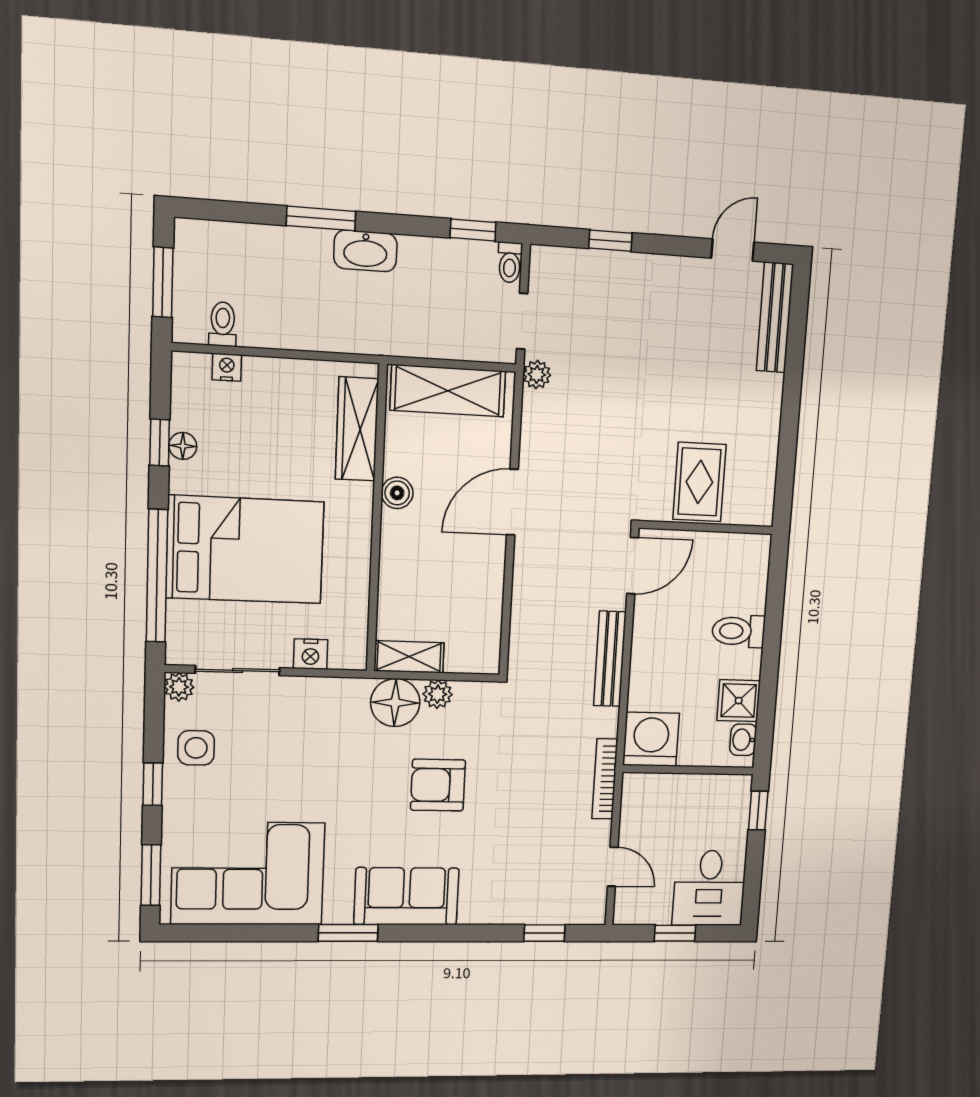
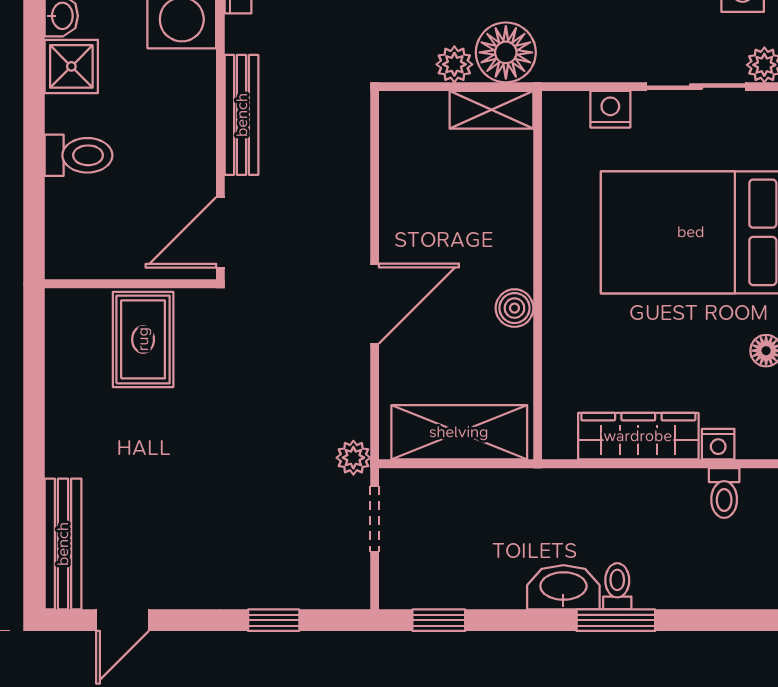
toilet: (510, 262) -> (617, 586), moved
wardrobe: (357, 429) -> (638, 436), moved, turned -90

